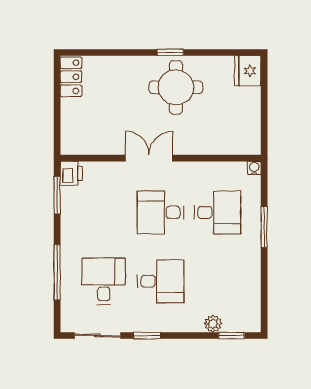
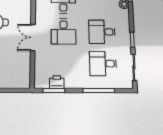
printer: (71, 173) -> (57, 82), moved
desk: (161, 281) -> (102, 32), turned -90

